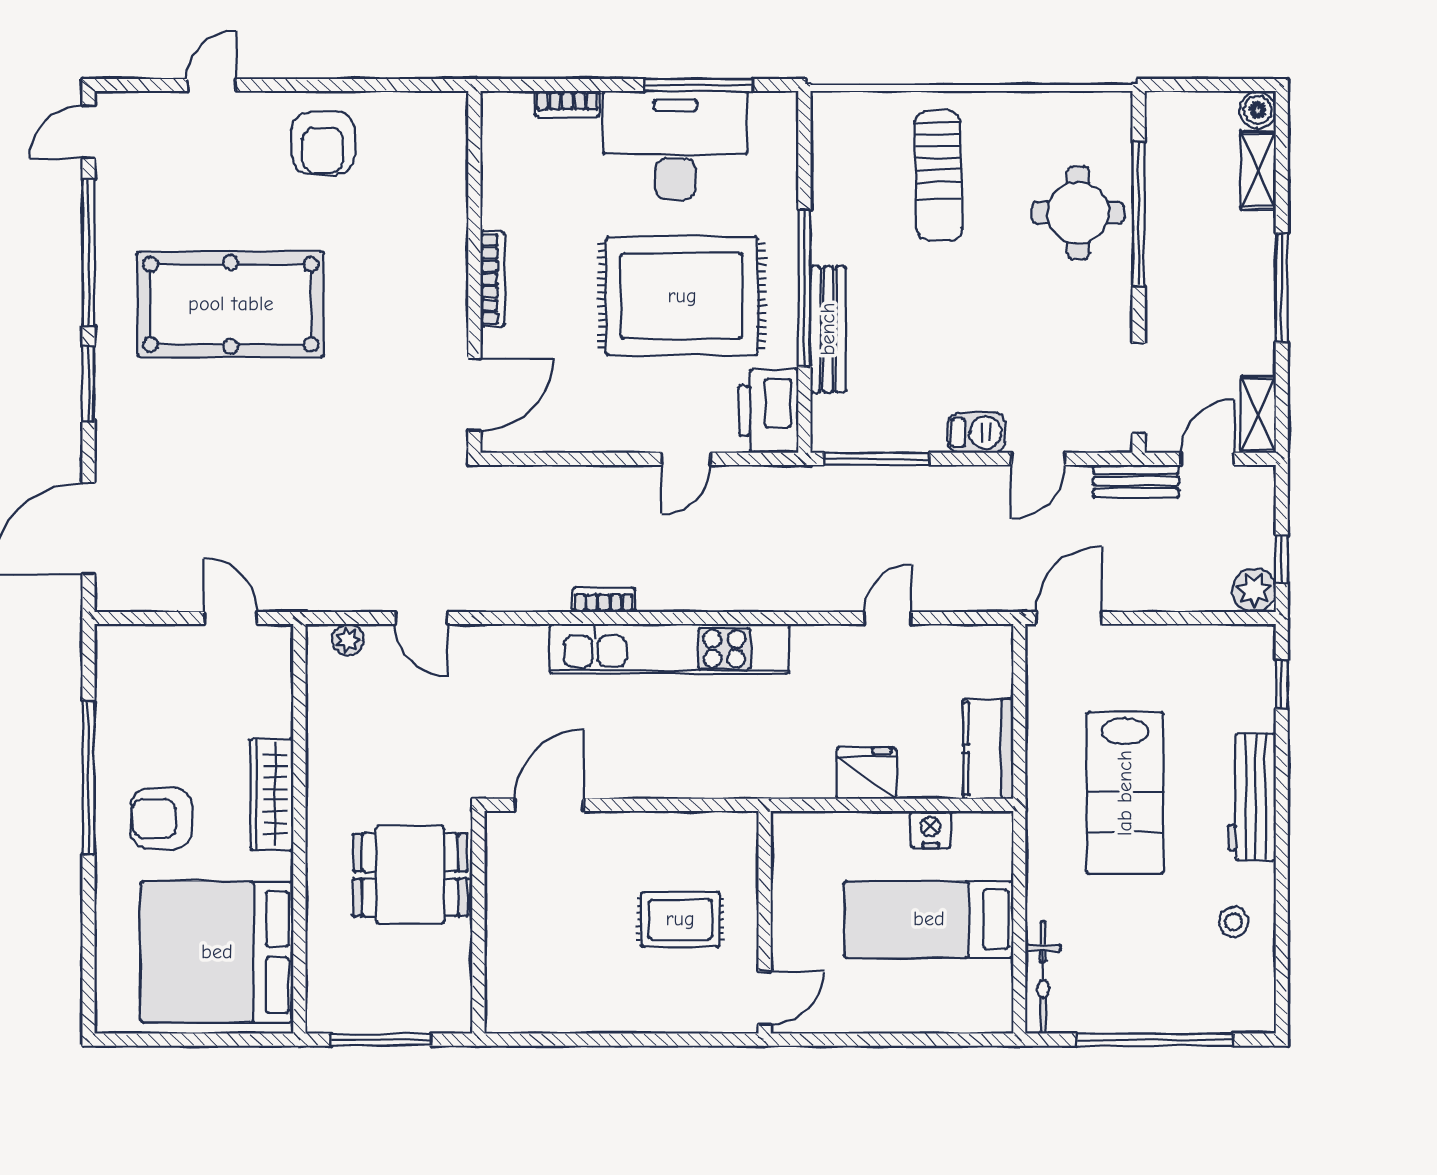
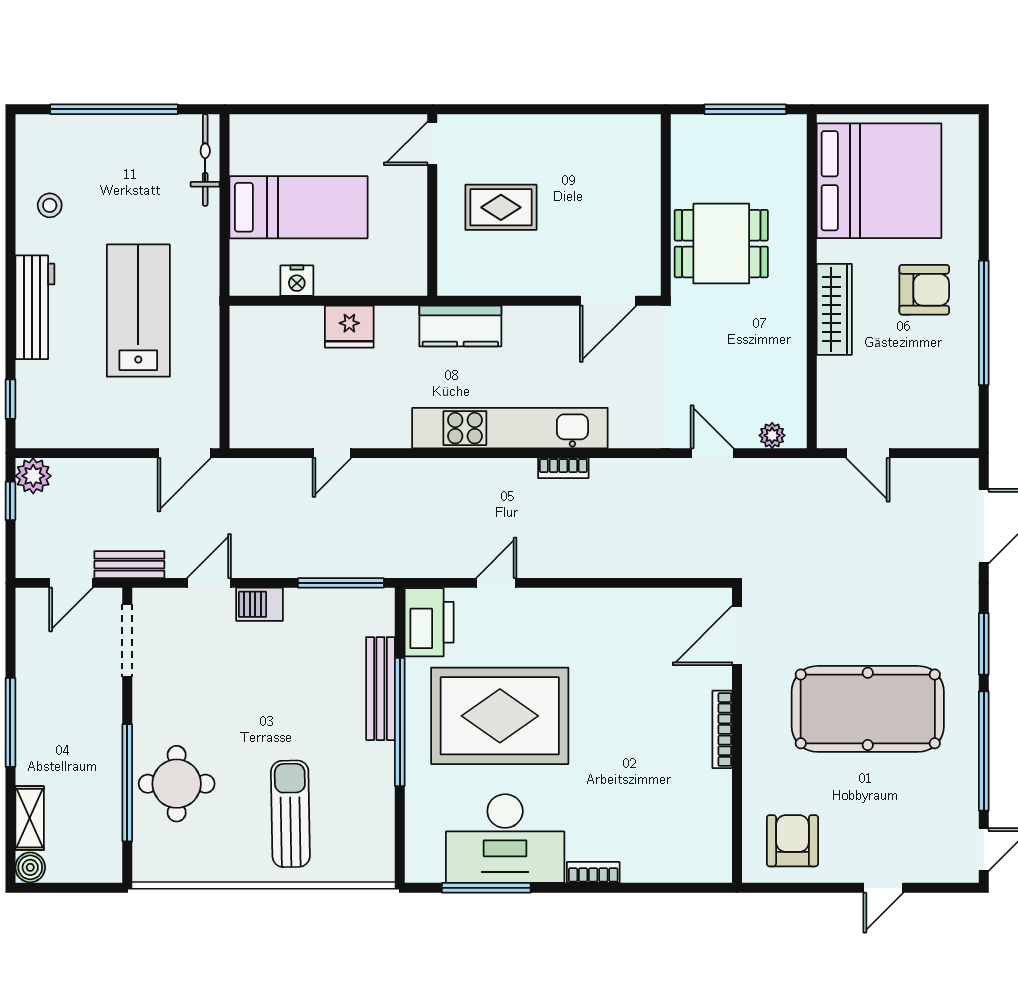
wall: (474, 272) -> (737, 735), moved
bookcase: (492, 279) -> (722, 729), moved
door: (474, 394) -> (737, 635), moved
shelving: (1258, 414) -> (29, 619), removed
kitchen counter: (988, 749) -> (460, 326), moved, turned 90

